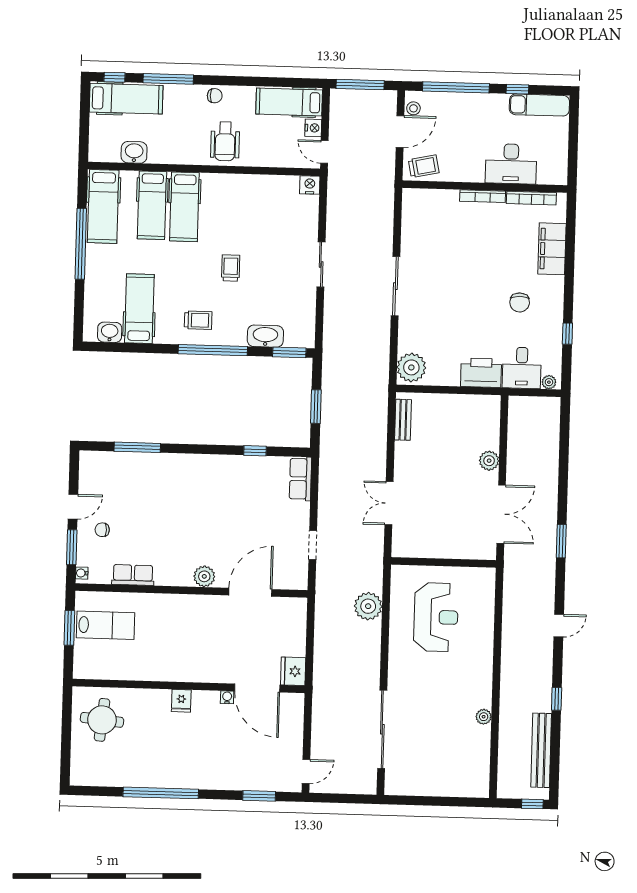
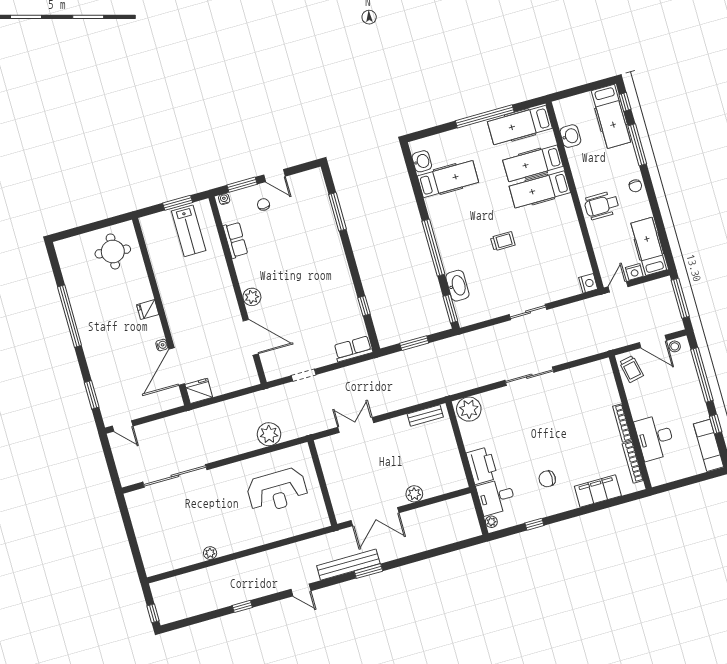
trolley: (198, 320) -> (453, 228), removed
bench: (541, 750) -> (348, 565), moved

